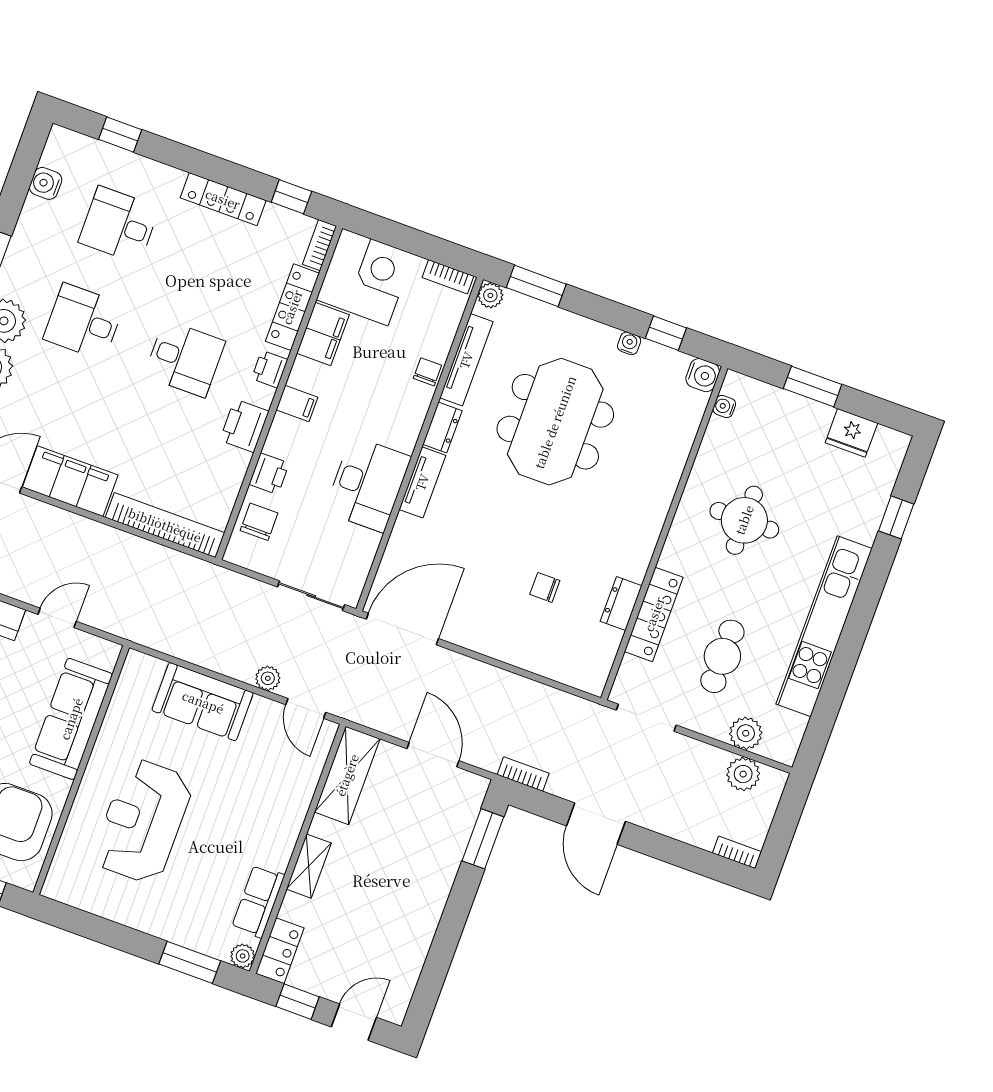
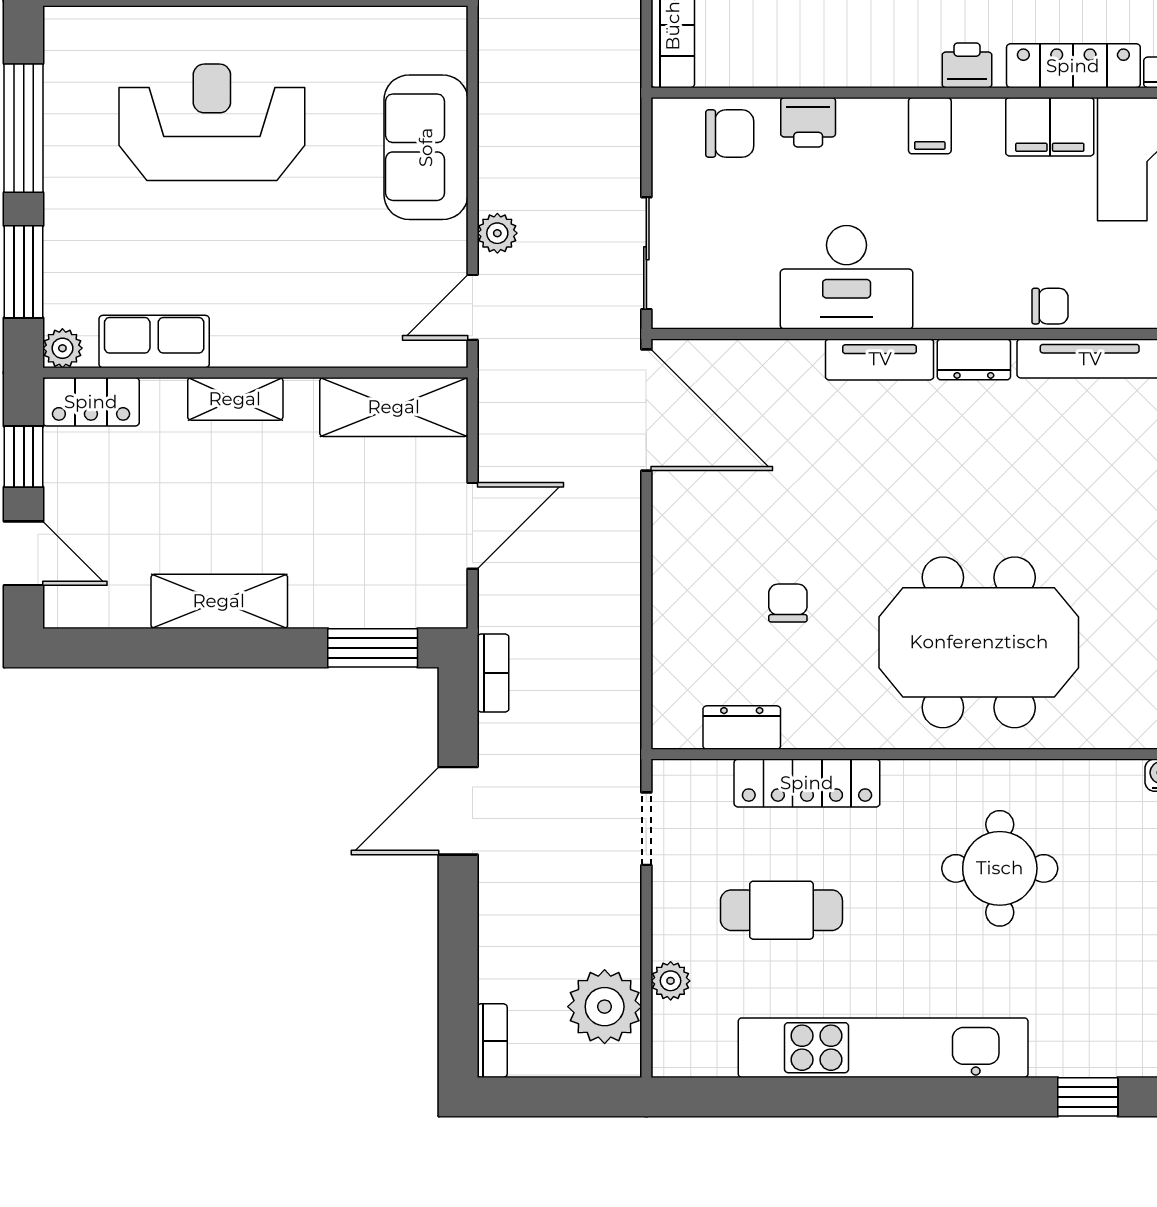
meeting table: (555, 422) -> (979, 642), moved
printer: (244, 426) -> (867, 58), removed
dresser: (621, 603) -> (742, 728), moved
doorway: (646, 718) -> (646, 829), width x0.73
plant: (746, 733) -> (671, 981), width x0.73, depth x0.73
plant: (743, 774) -> (605, 1007), width x1.36, depth x1.36
shelving: (423, 918) -> (219, 601), added
window: (106, 932) -> (24, 128), added

